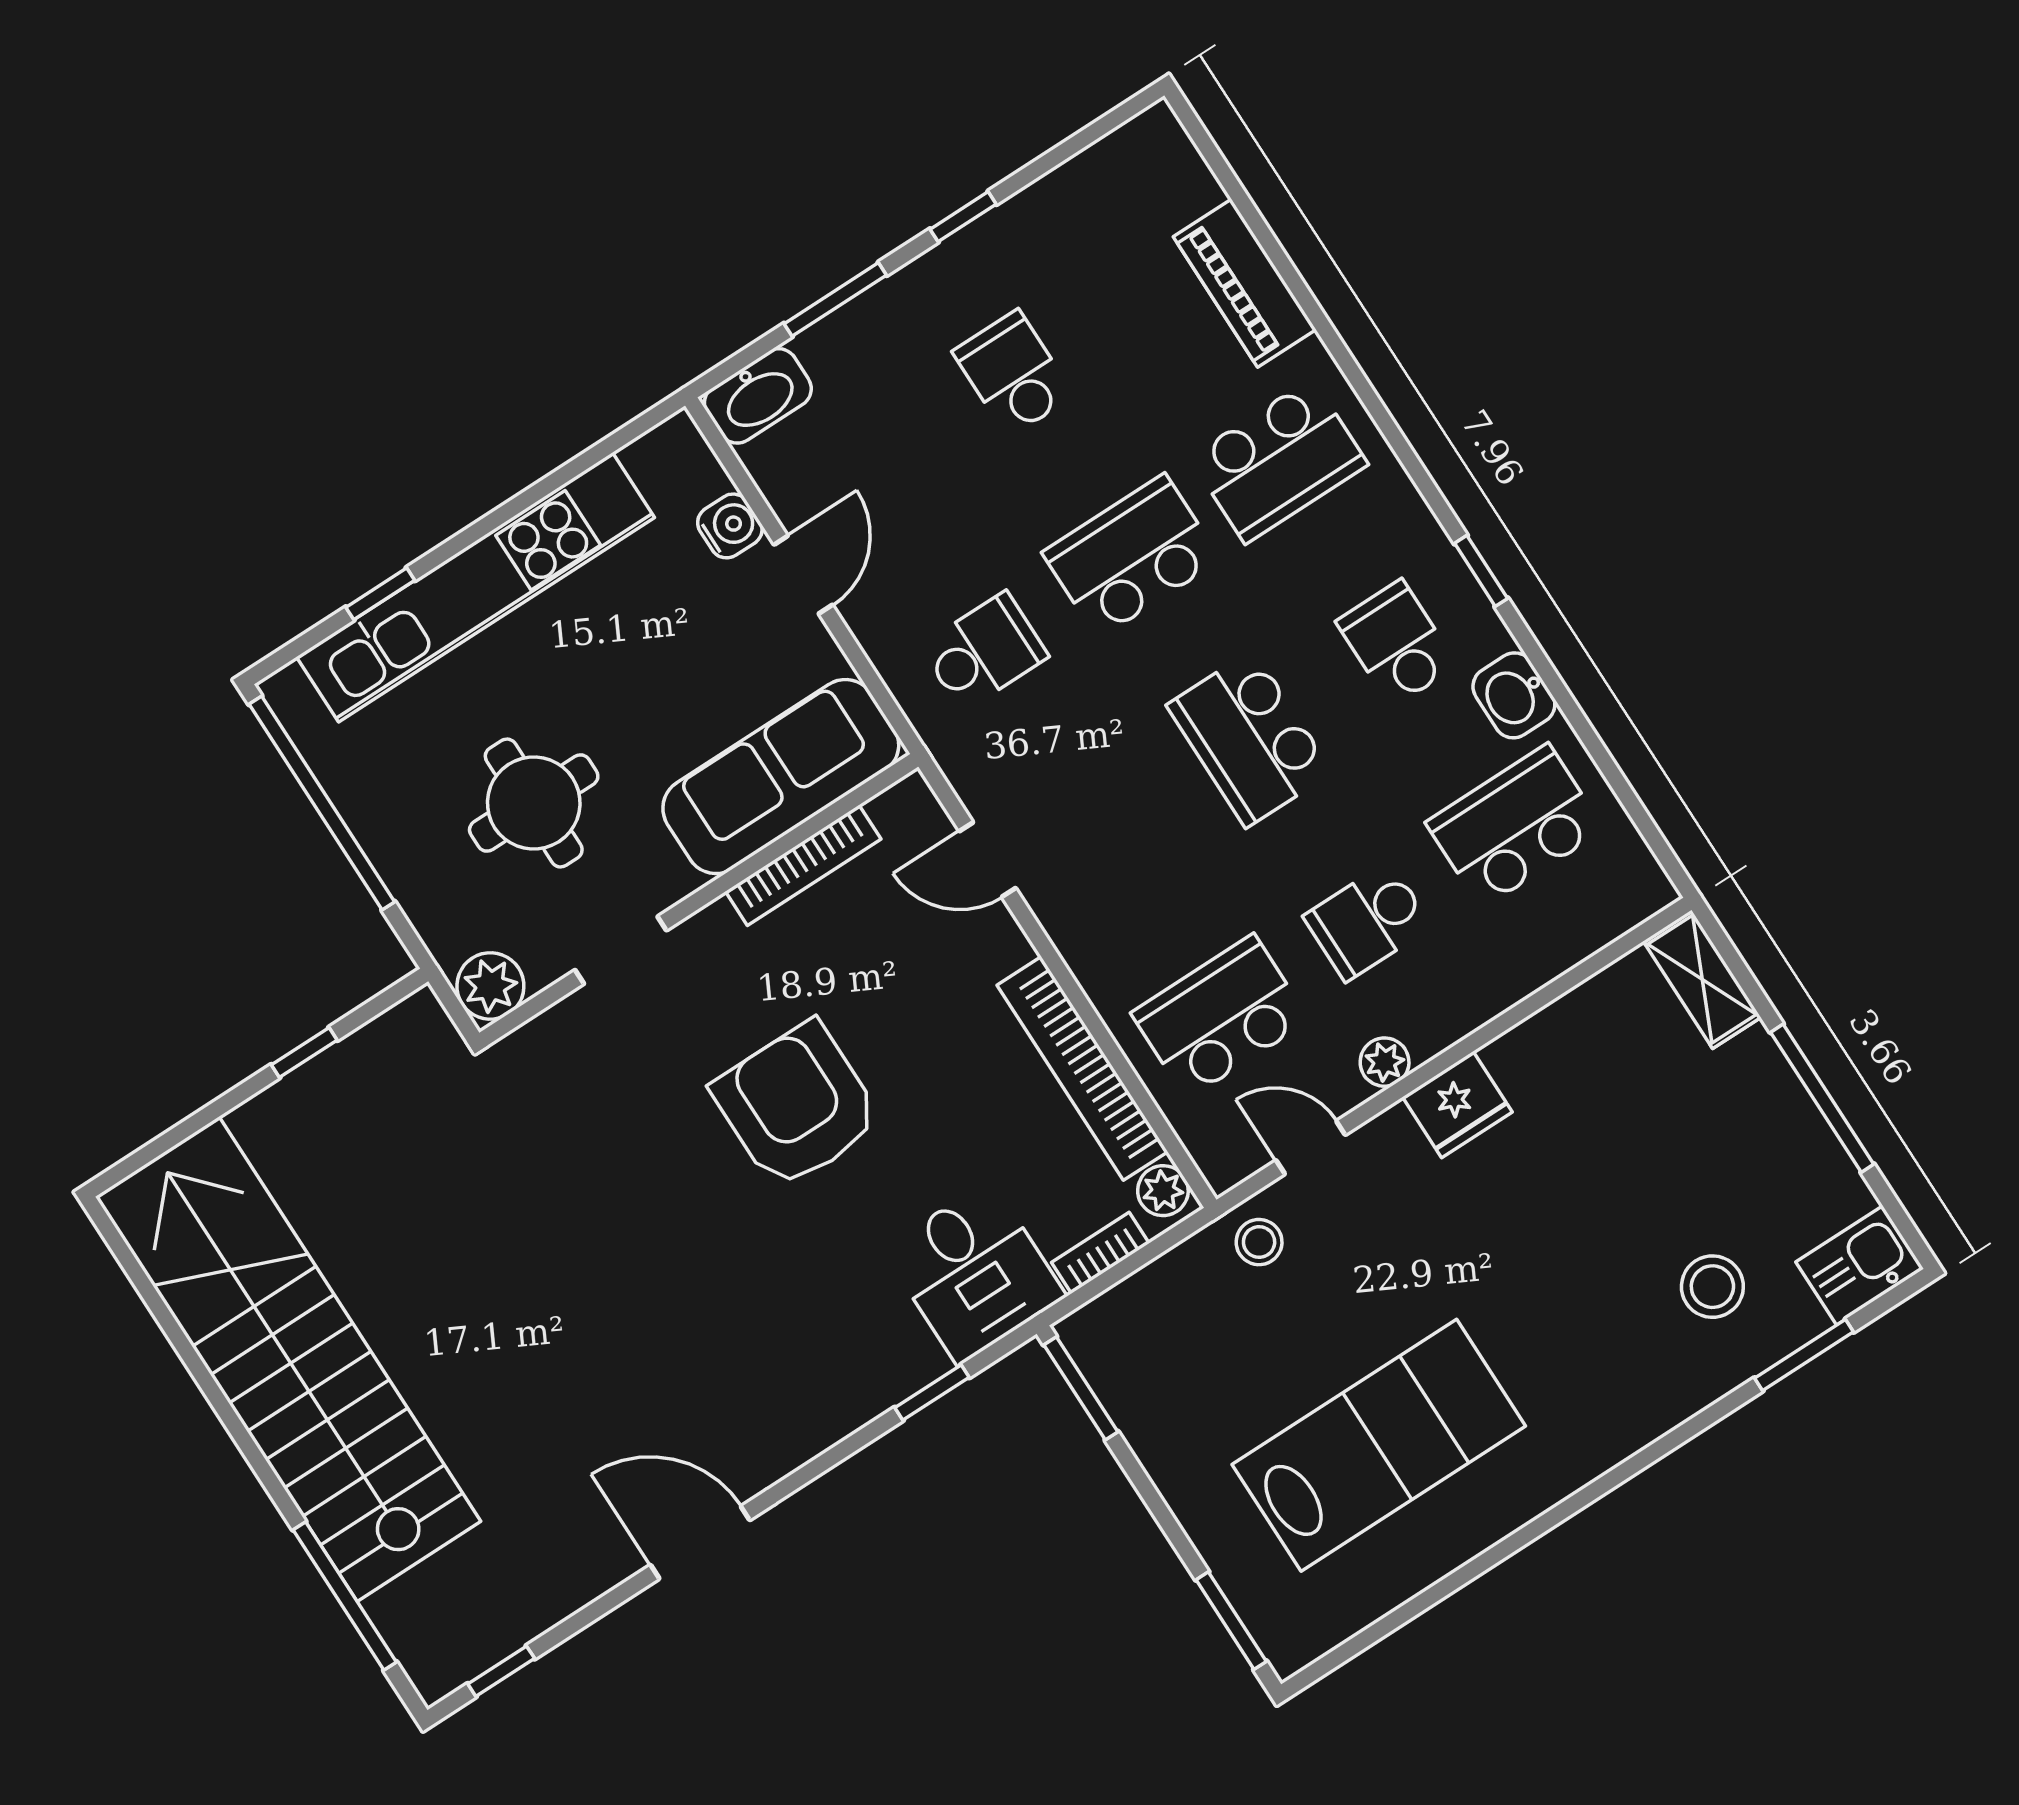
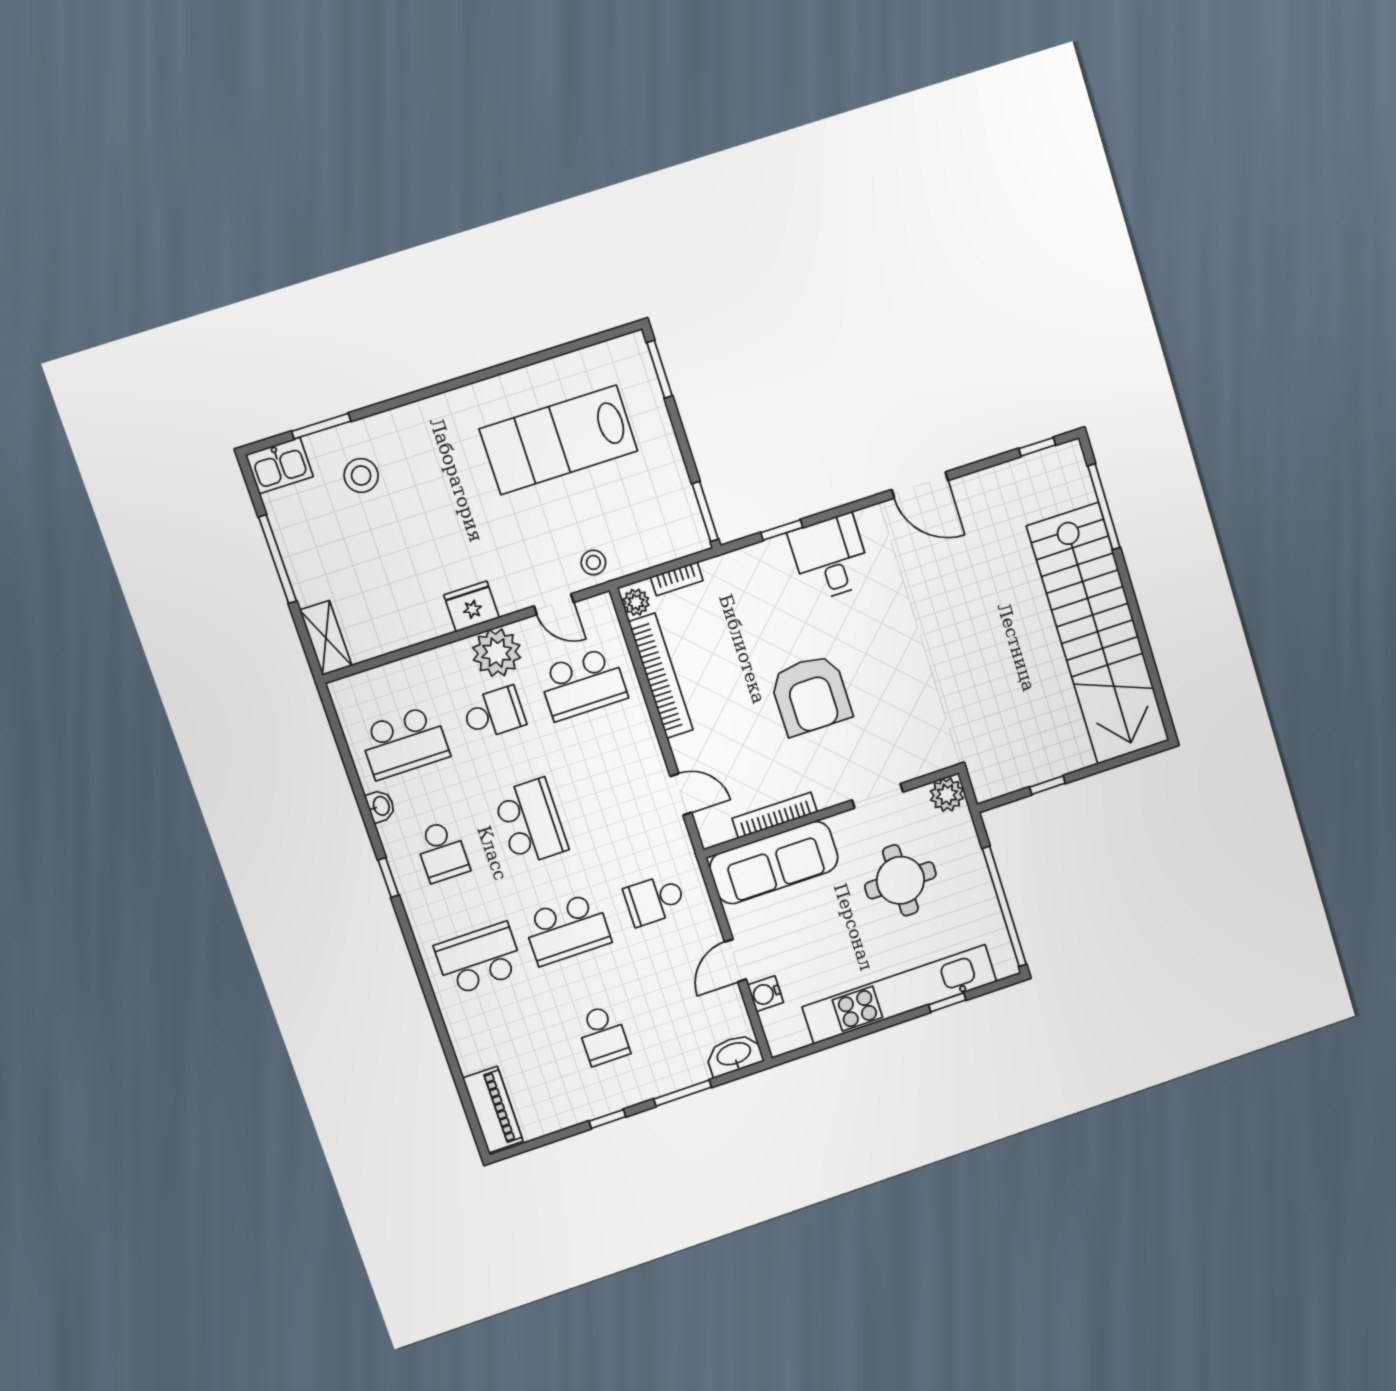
piano: (1245, 283) -> (493, 1110), moved
washbasin: (1514, 695) -> (381, 806), width x0.72, depth x0.69
plant: (1385, 1062) -> (497, 653), width x1.88, depth x1.88
desk: (974, 1272) -> (830, 558), moved

